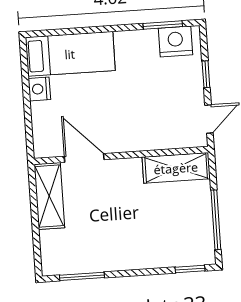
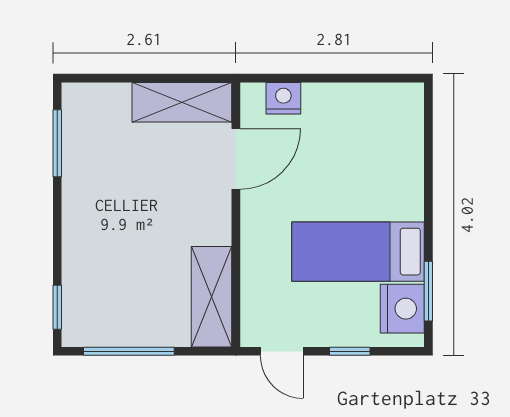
bed: (70, 54) -> (358, 252), moved, turned 90
nightstand: (39, 89) -> (283, 98), moved

